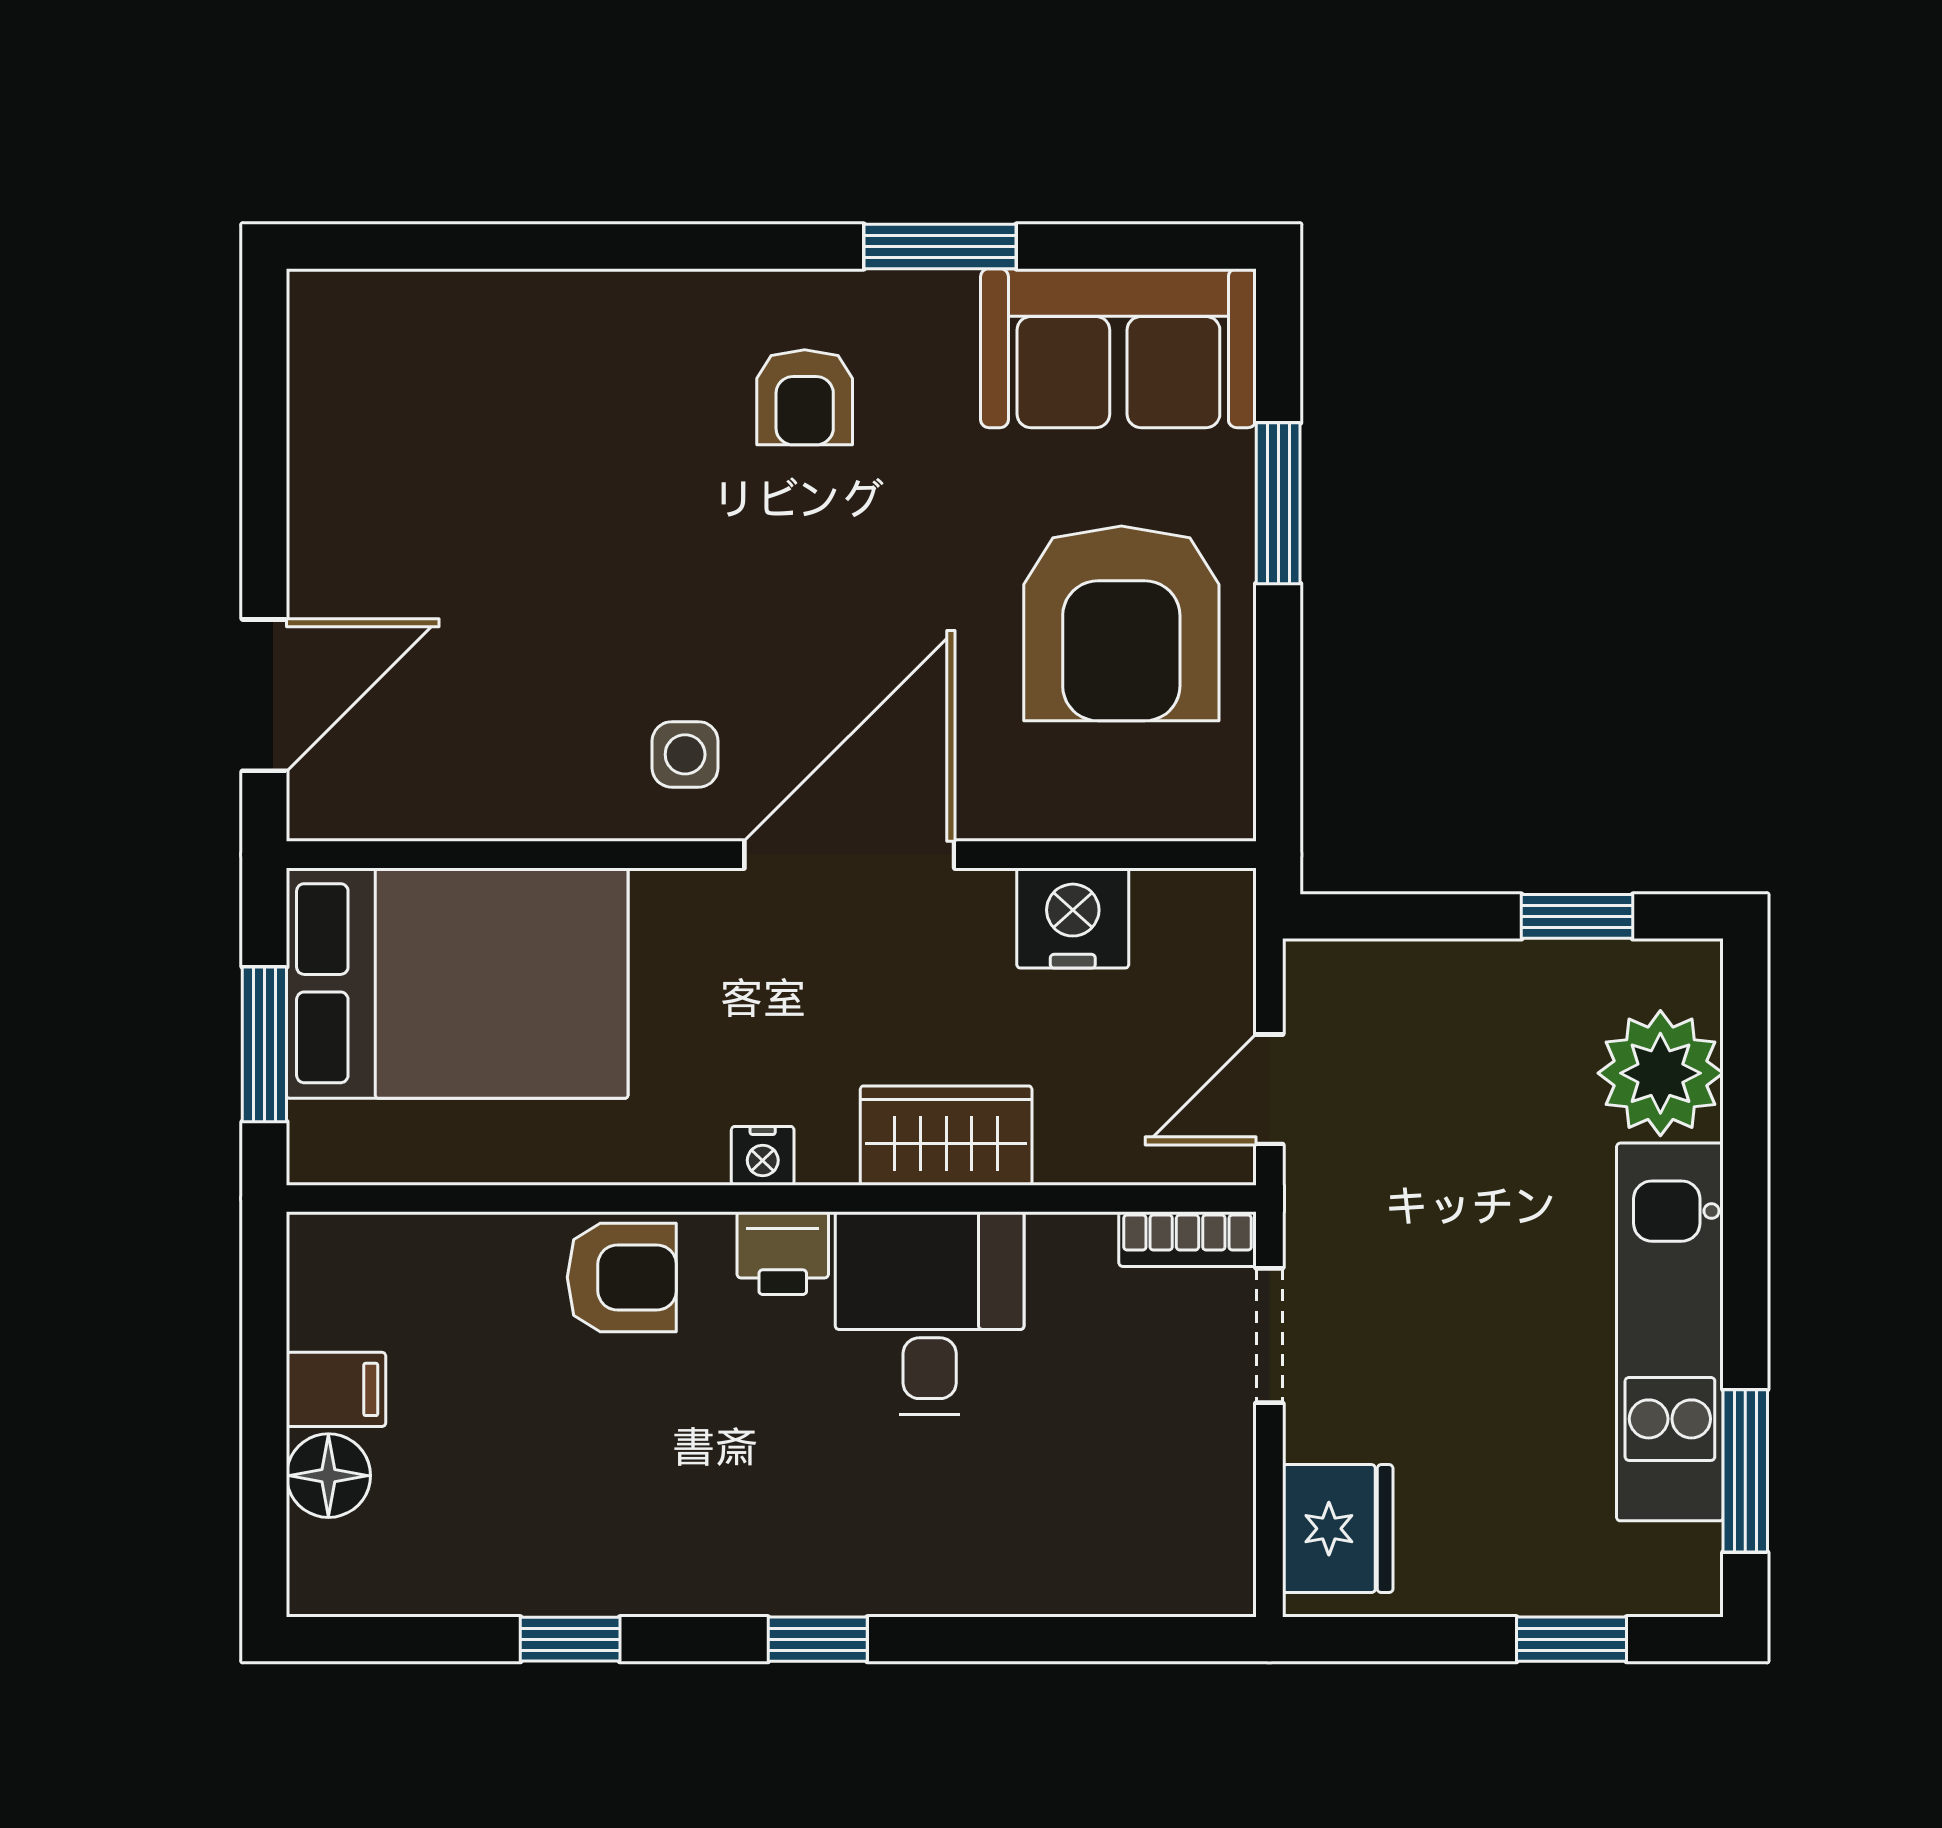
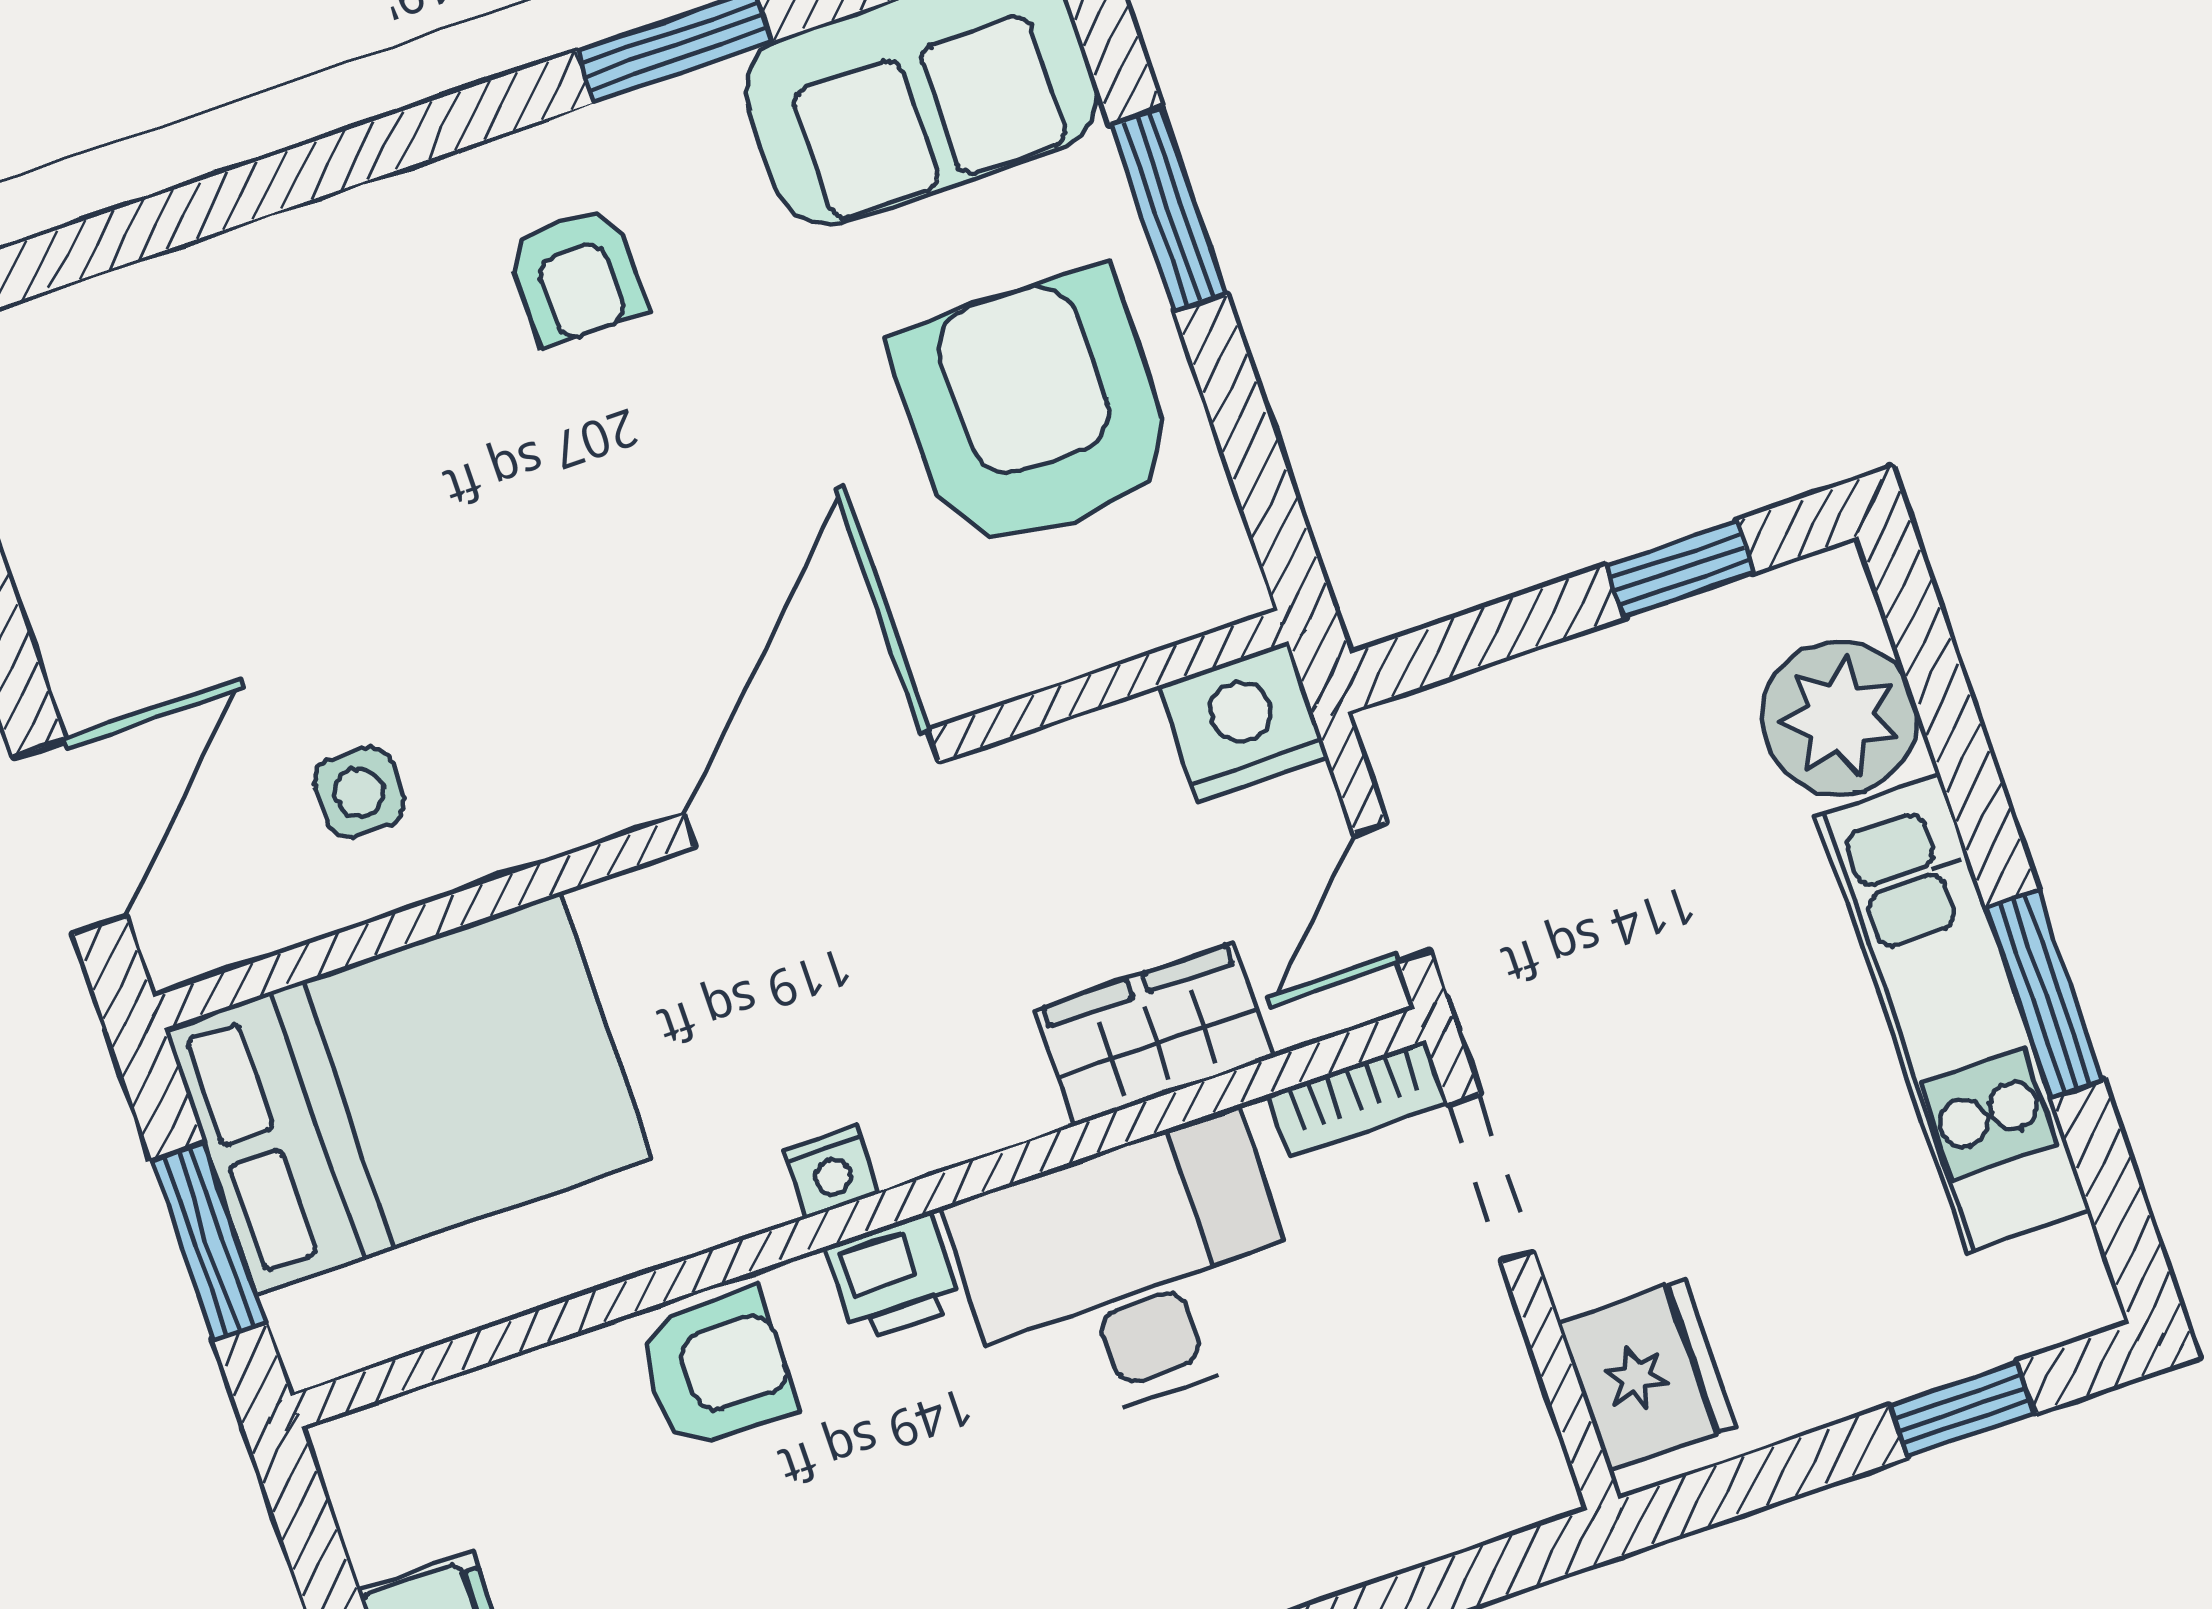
armchair: (1121, 623) -> (1034, 411), turned 180
side table: (685, 754) -> (359, 793), moved
nightstand: (1073, 918) -> (1244, 721), moved
wardrobe: (946, 1136) -> (1154, 1034), moved
desk: (930, 1313) -> (1128, 1274), width x1.37
window: (1745, 1471) -> (2045, 994), moved

